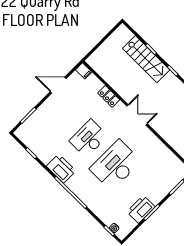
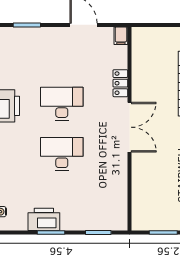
double door: (137, 115) -> (129, 127), width x1.37
desk: (115, 165) -> (62, 154), width x0.73, depth x0.77

